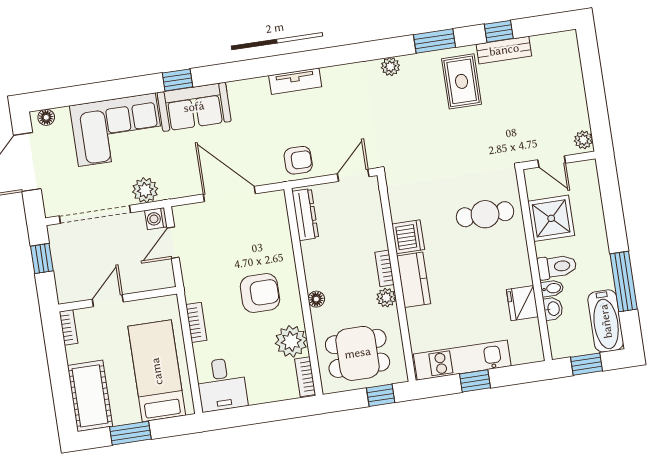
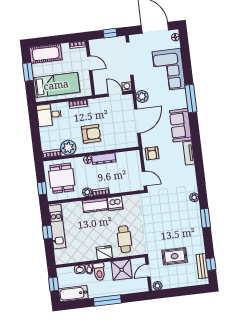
window: (499, 31) -> (211, 264), moved
bench: (504, 50) -> (202, 266), moved
window: (178, 80) -> (191, 99), width x2.17
rug: (462, 81) -> (175, 256), moved
sofa: (194, 107) -> (181, 125), moved
plant: (145, 190) -> (142, 96), moved
dresser: (305, 215) -> (104, 159), moved
window: (624, 282) -> (107, 300), moved
armchair: (260, 293) -> (91, 134), turned -91
fridge: (522, 303) -> (104, 253), moved

